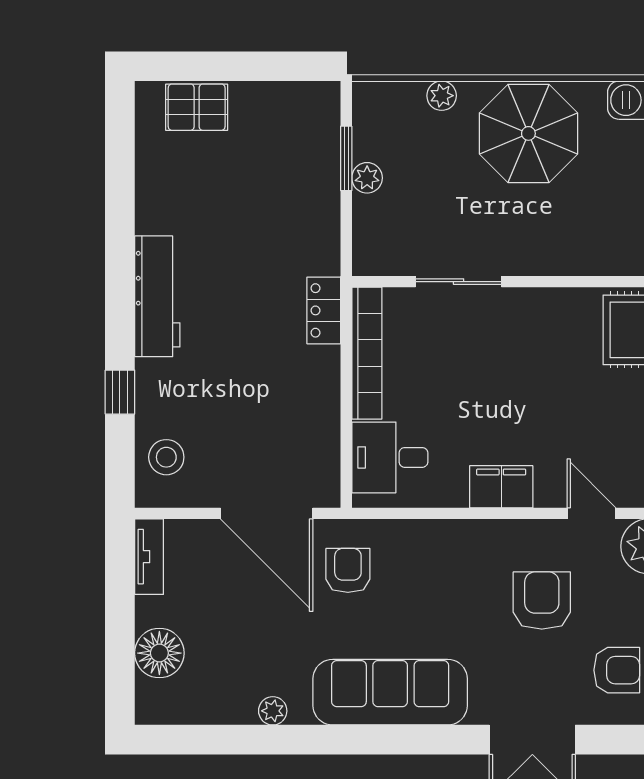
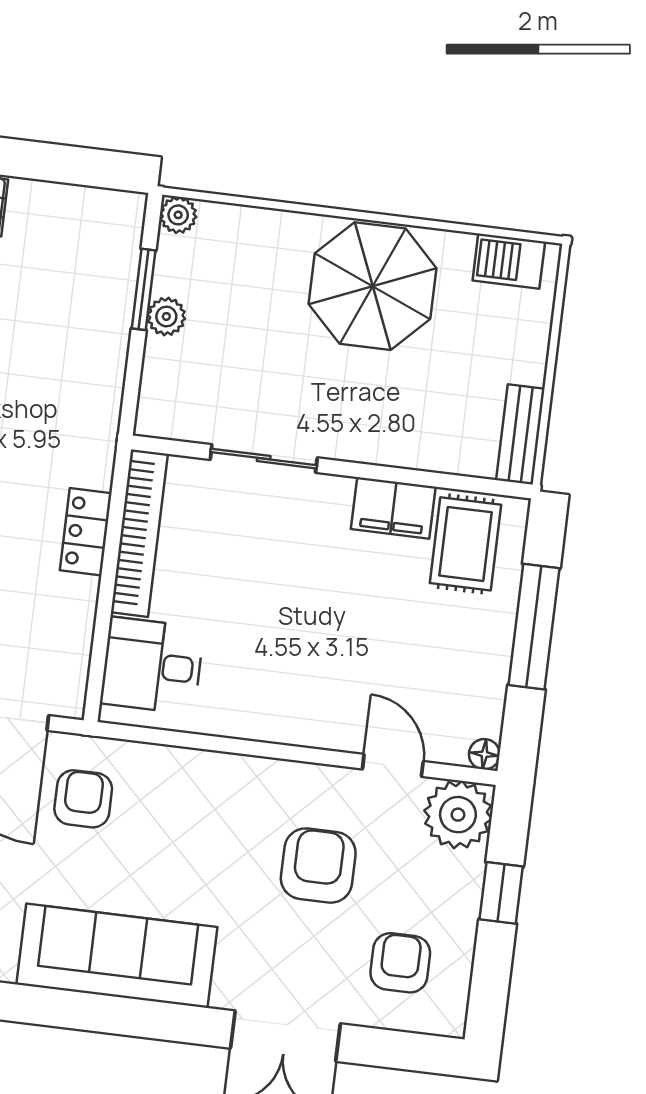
plant: (442, 96) -> (178, 215), moved
locker: (324, 310) -> (86, 532), moved
filing cabinet: (501, 487) -> (393, 508), moved, turned 180
armchair: (617, 670) -> (400, 963), turned -90

